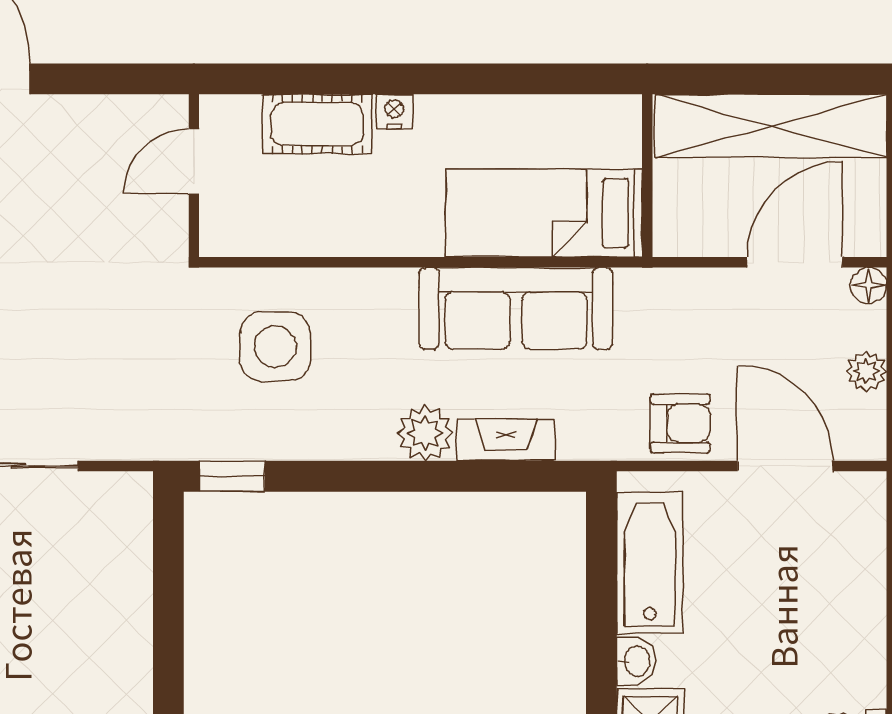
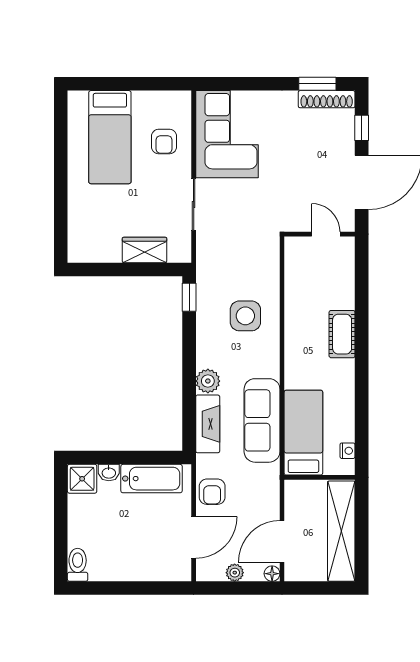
nightstand: (394, 111) -> (348, 451), moved
door: (194, 161) -> (326, 234), moved
wall: (194, 176) -> (320, 234), moved
door: (795, 262) -> (282, 541), swing flipped
fireplace: (506, 440) -> (208, 424), width x1.37, depth x1.32
wardrobe: (124, 579) -> (145, 250), added

